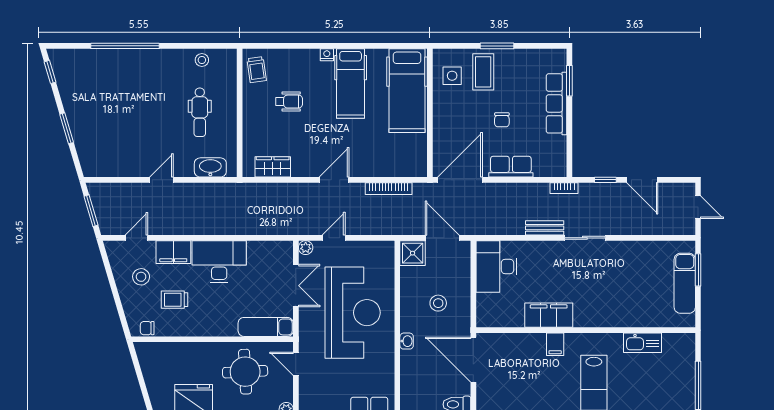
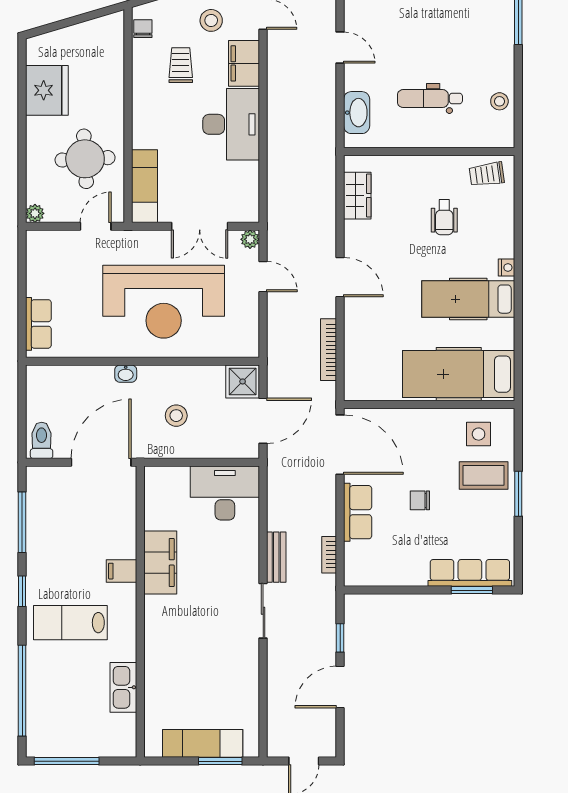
row of seats: (556, 103) -> (470, 573), moved
bookcase: (564, 188) -> (329, 555), moved

